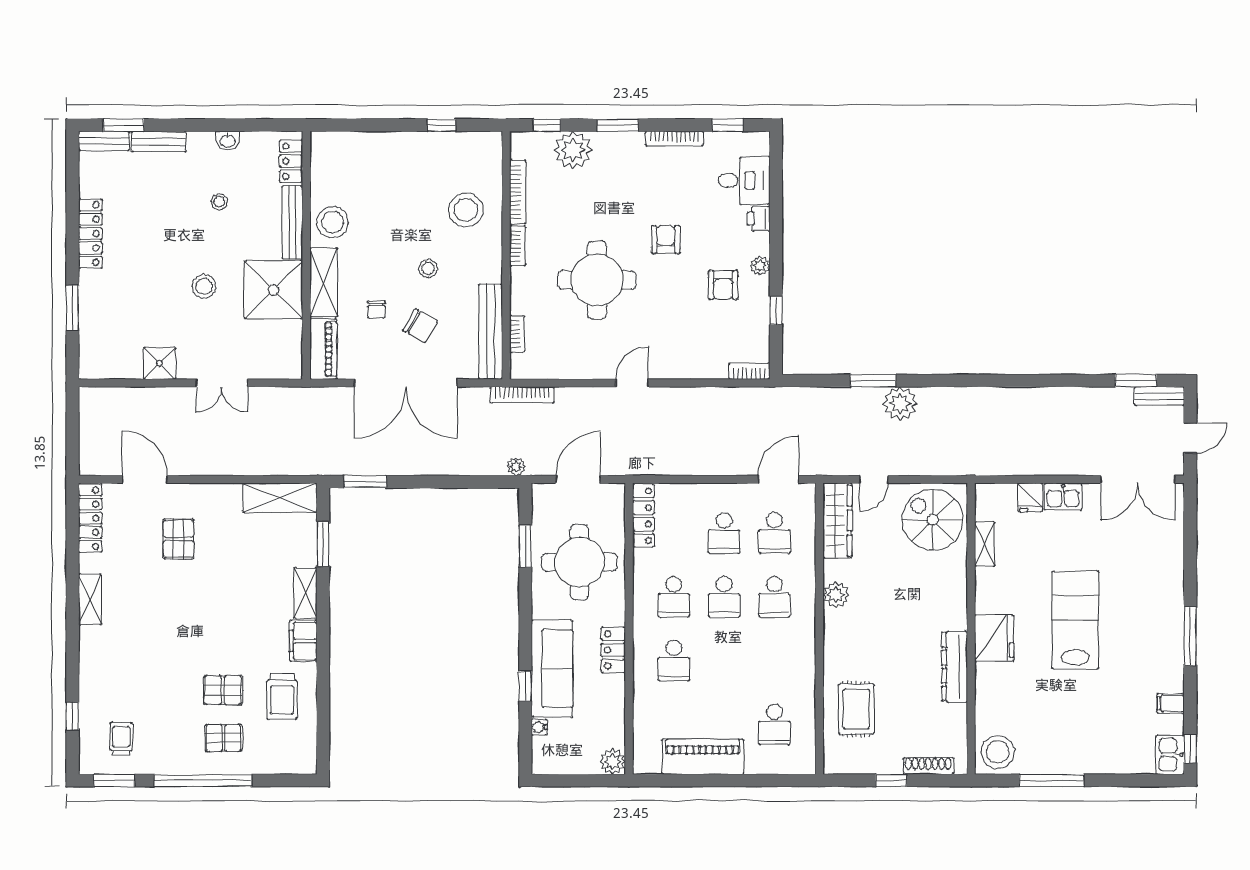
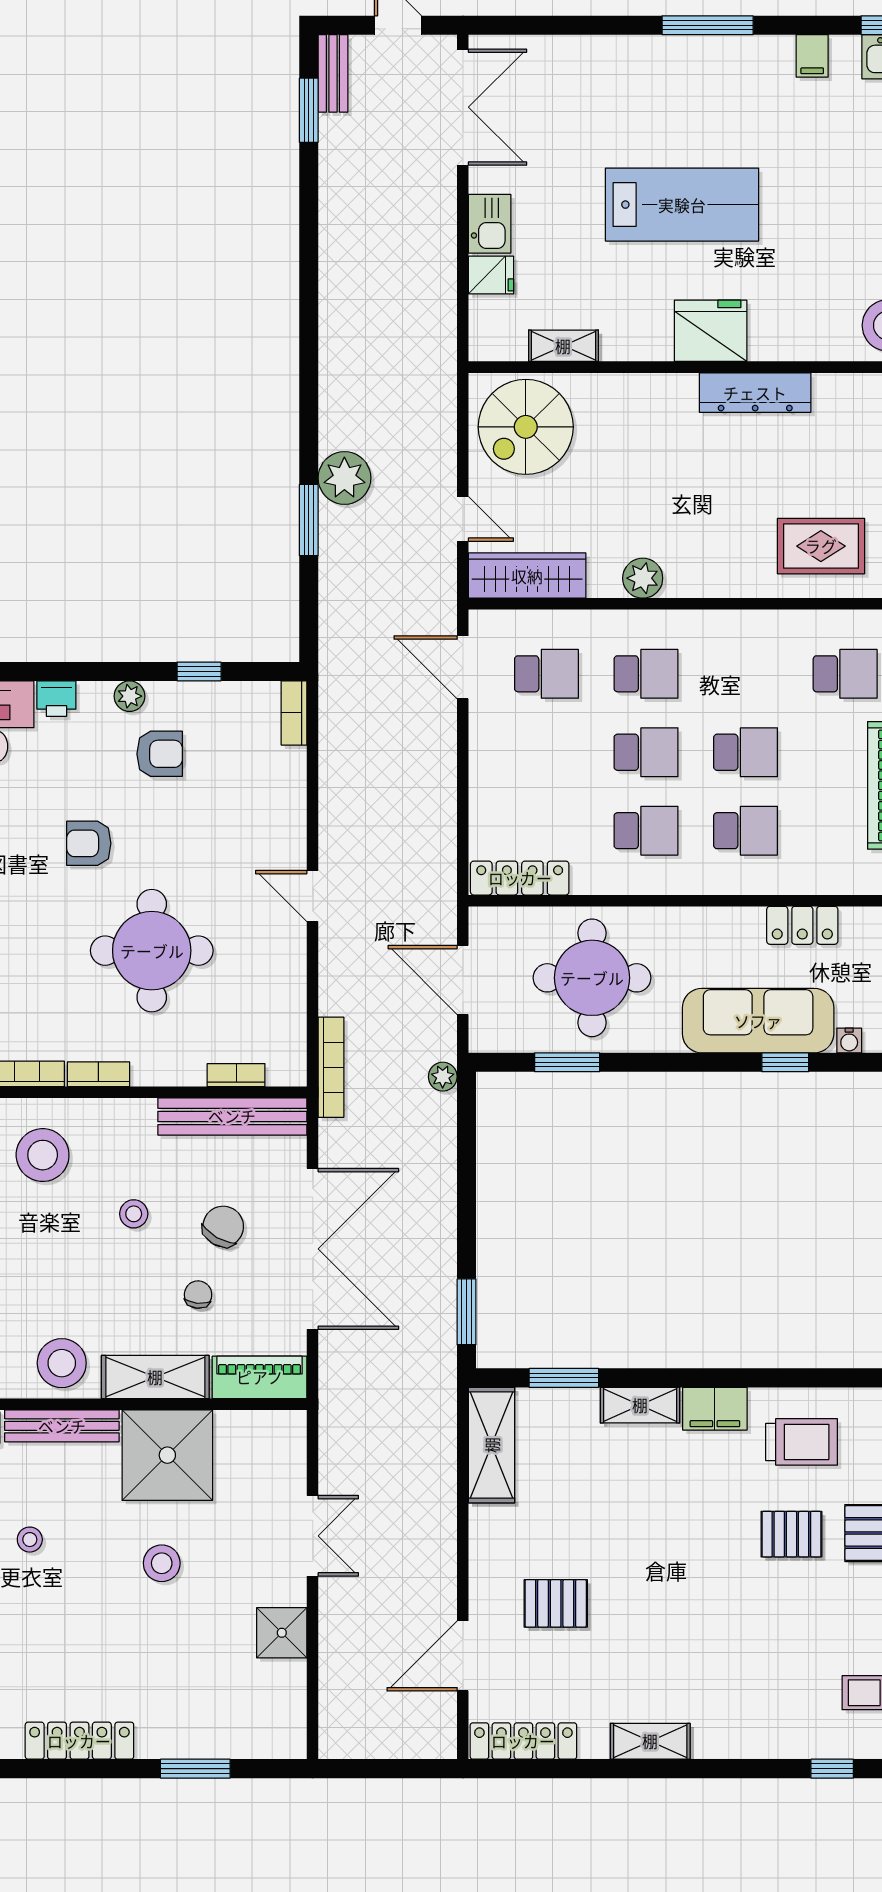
chair: (376, 310) -> (198, 1295), turned -84
school desk: (724, 533) -> (746, 752), moved
lab bench: (1075, 620) -> (682, 205), turned 180
locker: (613, 650) -> (802, 925), moved
pallet: (223, 690) -> (791, 1534), turned 90

